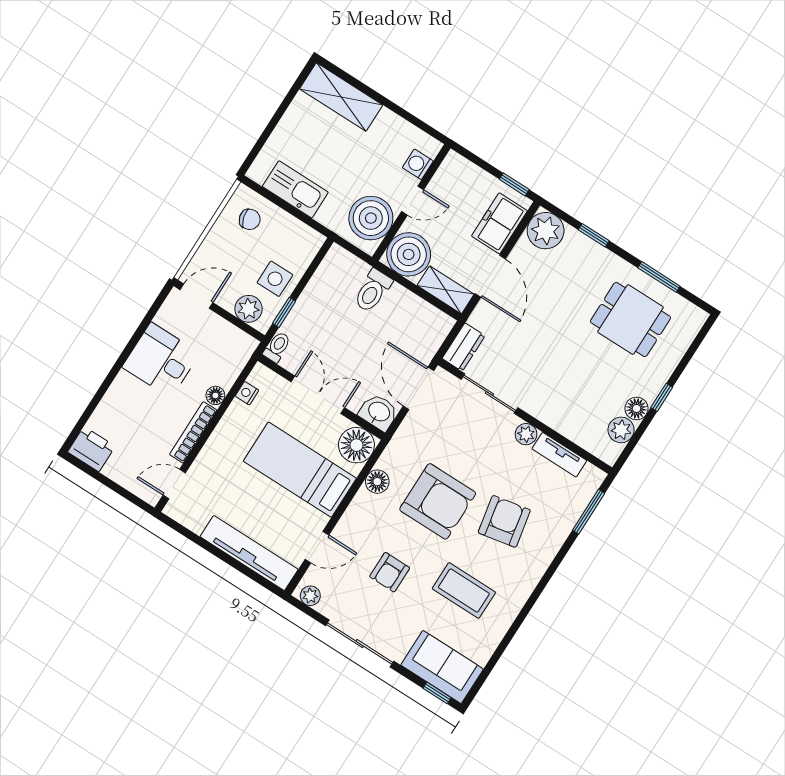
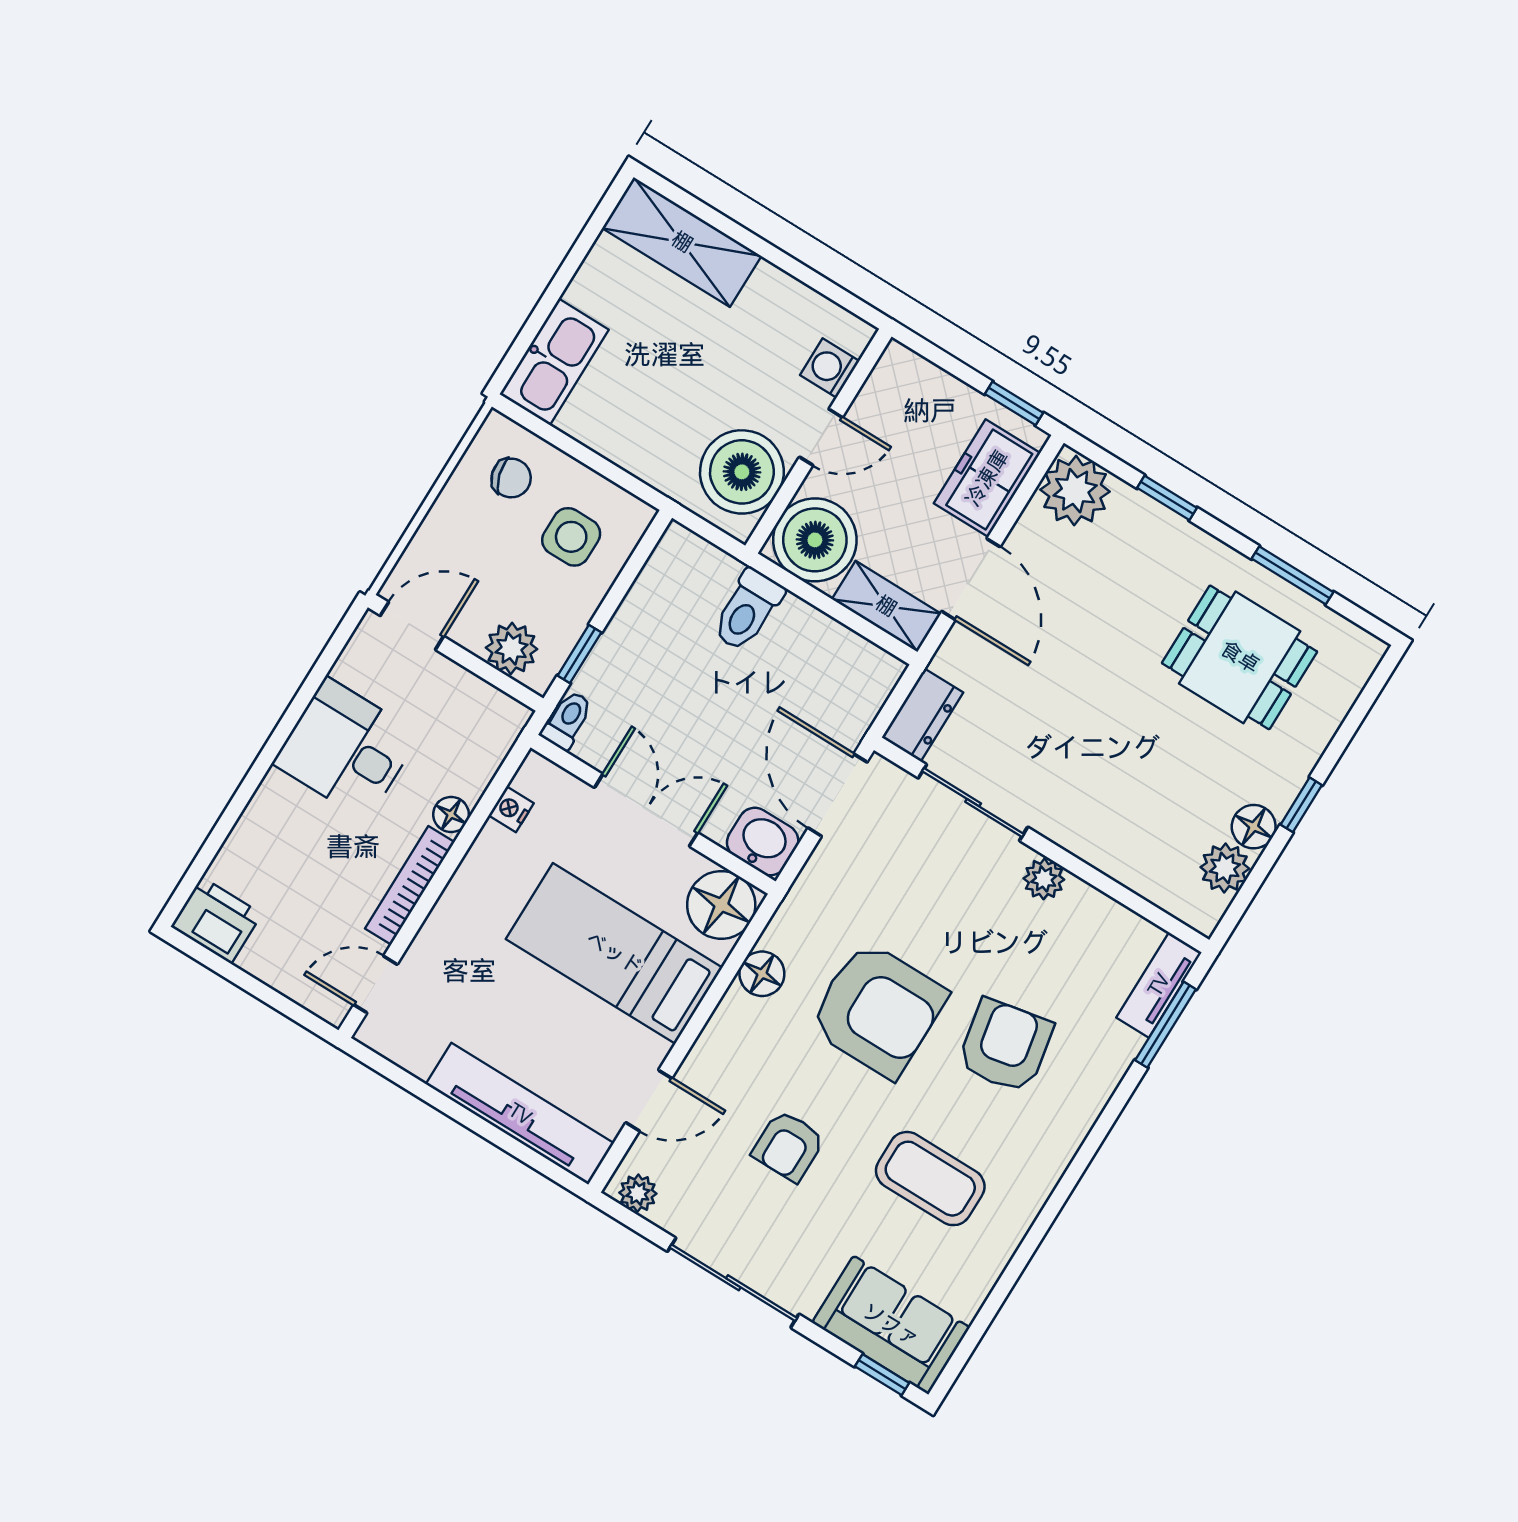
kitchen sink: (295, 189) -> (554, 362), moved, turned 90
side table: (275, 279) -> (571, 537), moved
tv unit: (559, 455) -> (1159, 985), moved, turned 90

